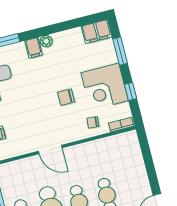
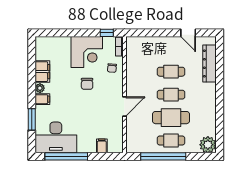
filing cabinet: (97, 31) -> (42, 72), moved
window: (120, 51) -> (62, 33), removed
window: (131, 92) -> (107, 33), moved

